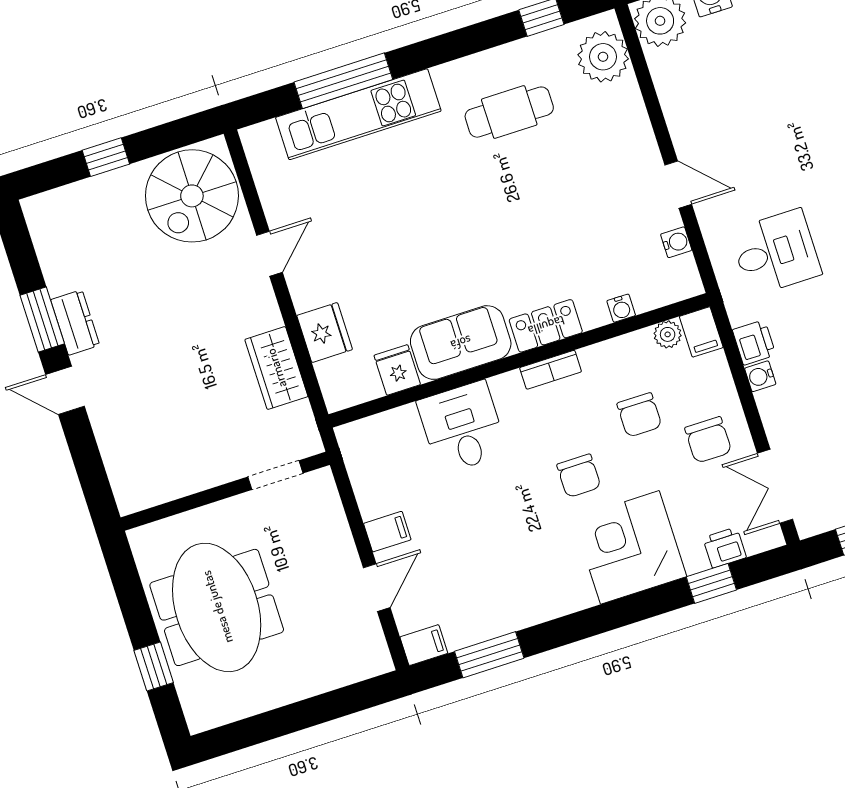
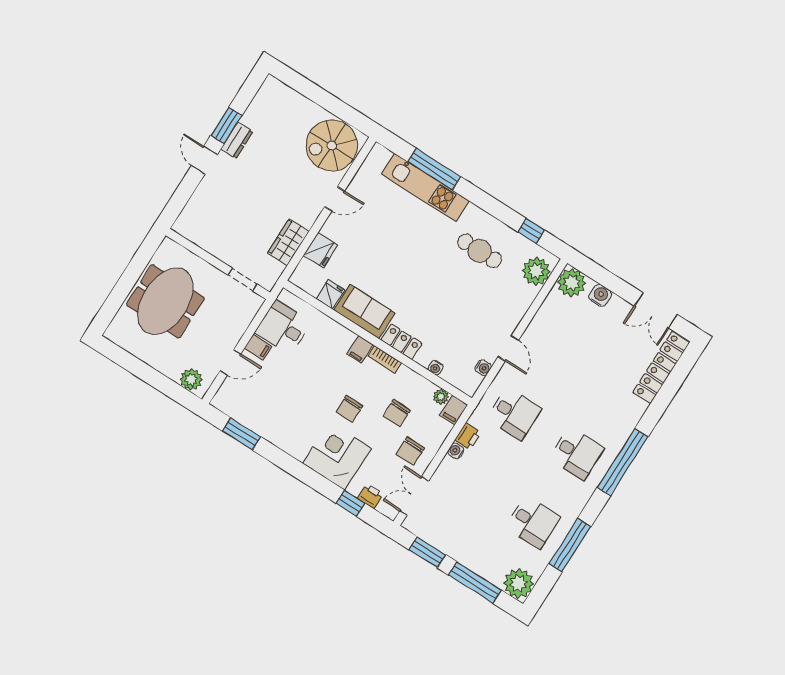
window: (106, 157) -> (318, 95), removed
desk: (462, 427) -> (283, 327), moved, turned -90
filing cabinet: (424, 645) -> (360, 349), moved, turned 90
plant: (355, 662) -> (191, 380), added
window: (154, 666) -> (118, 295), removed

